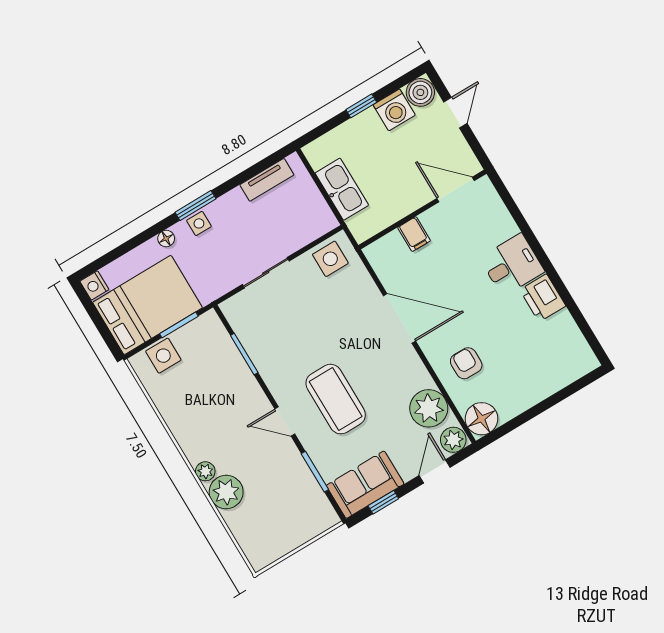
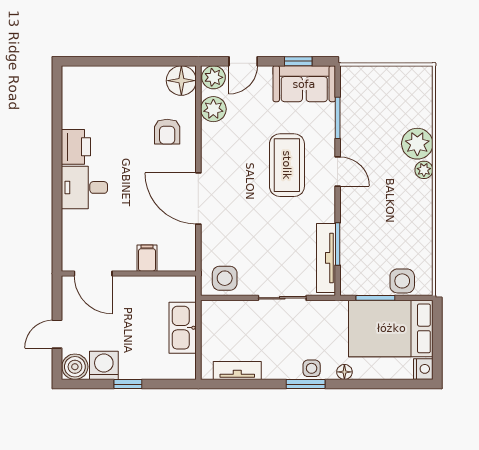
tv unit: (247, 334) -> (326, 258), added
plant: (429, 408) -> (213, 109), width x0.73, depth x0.73

